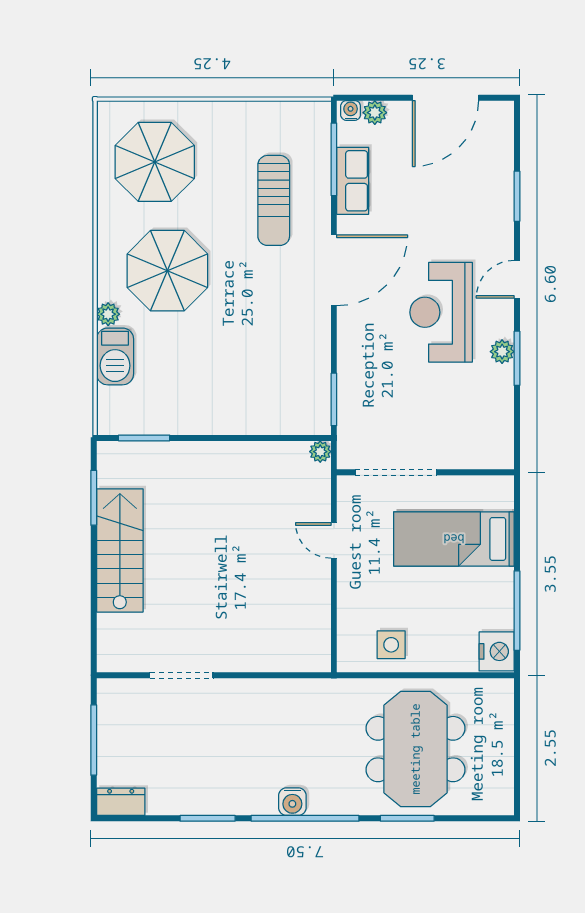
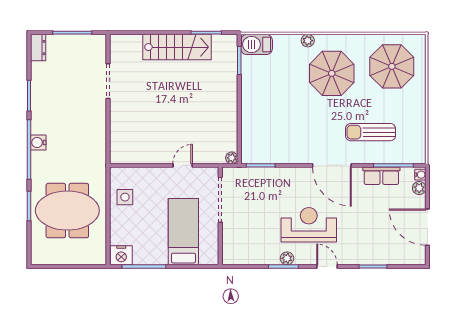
barbecue: (115, 356) -> (257, 44), moved

